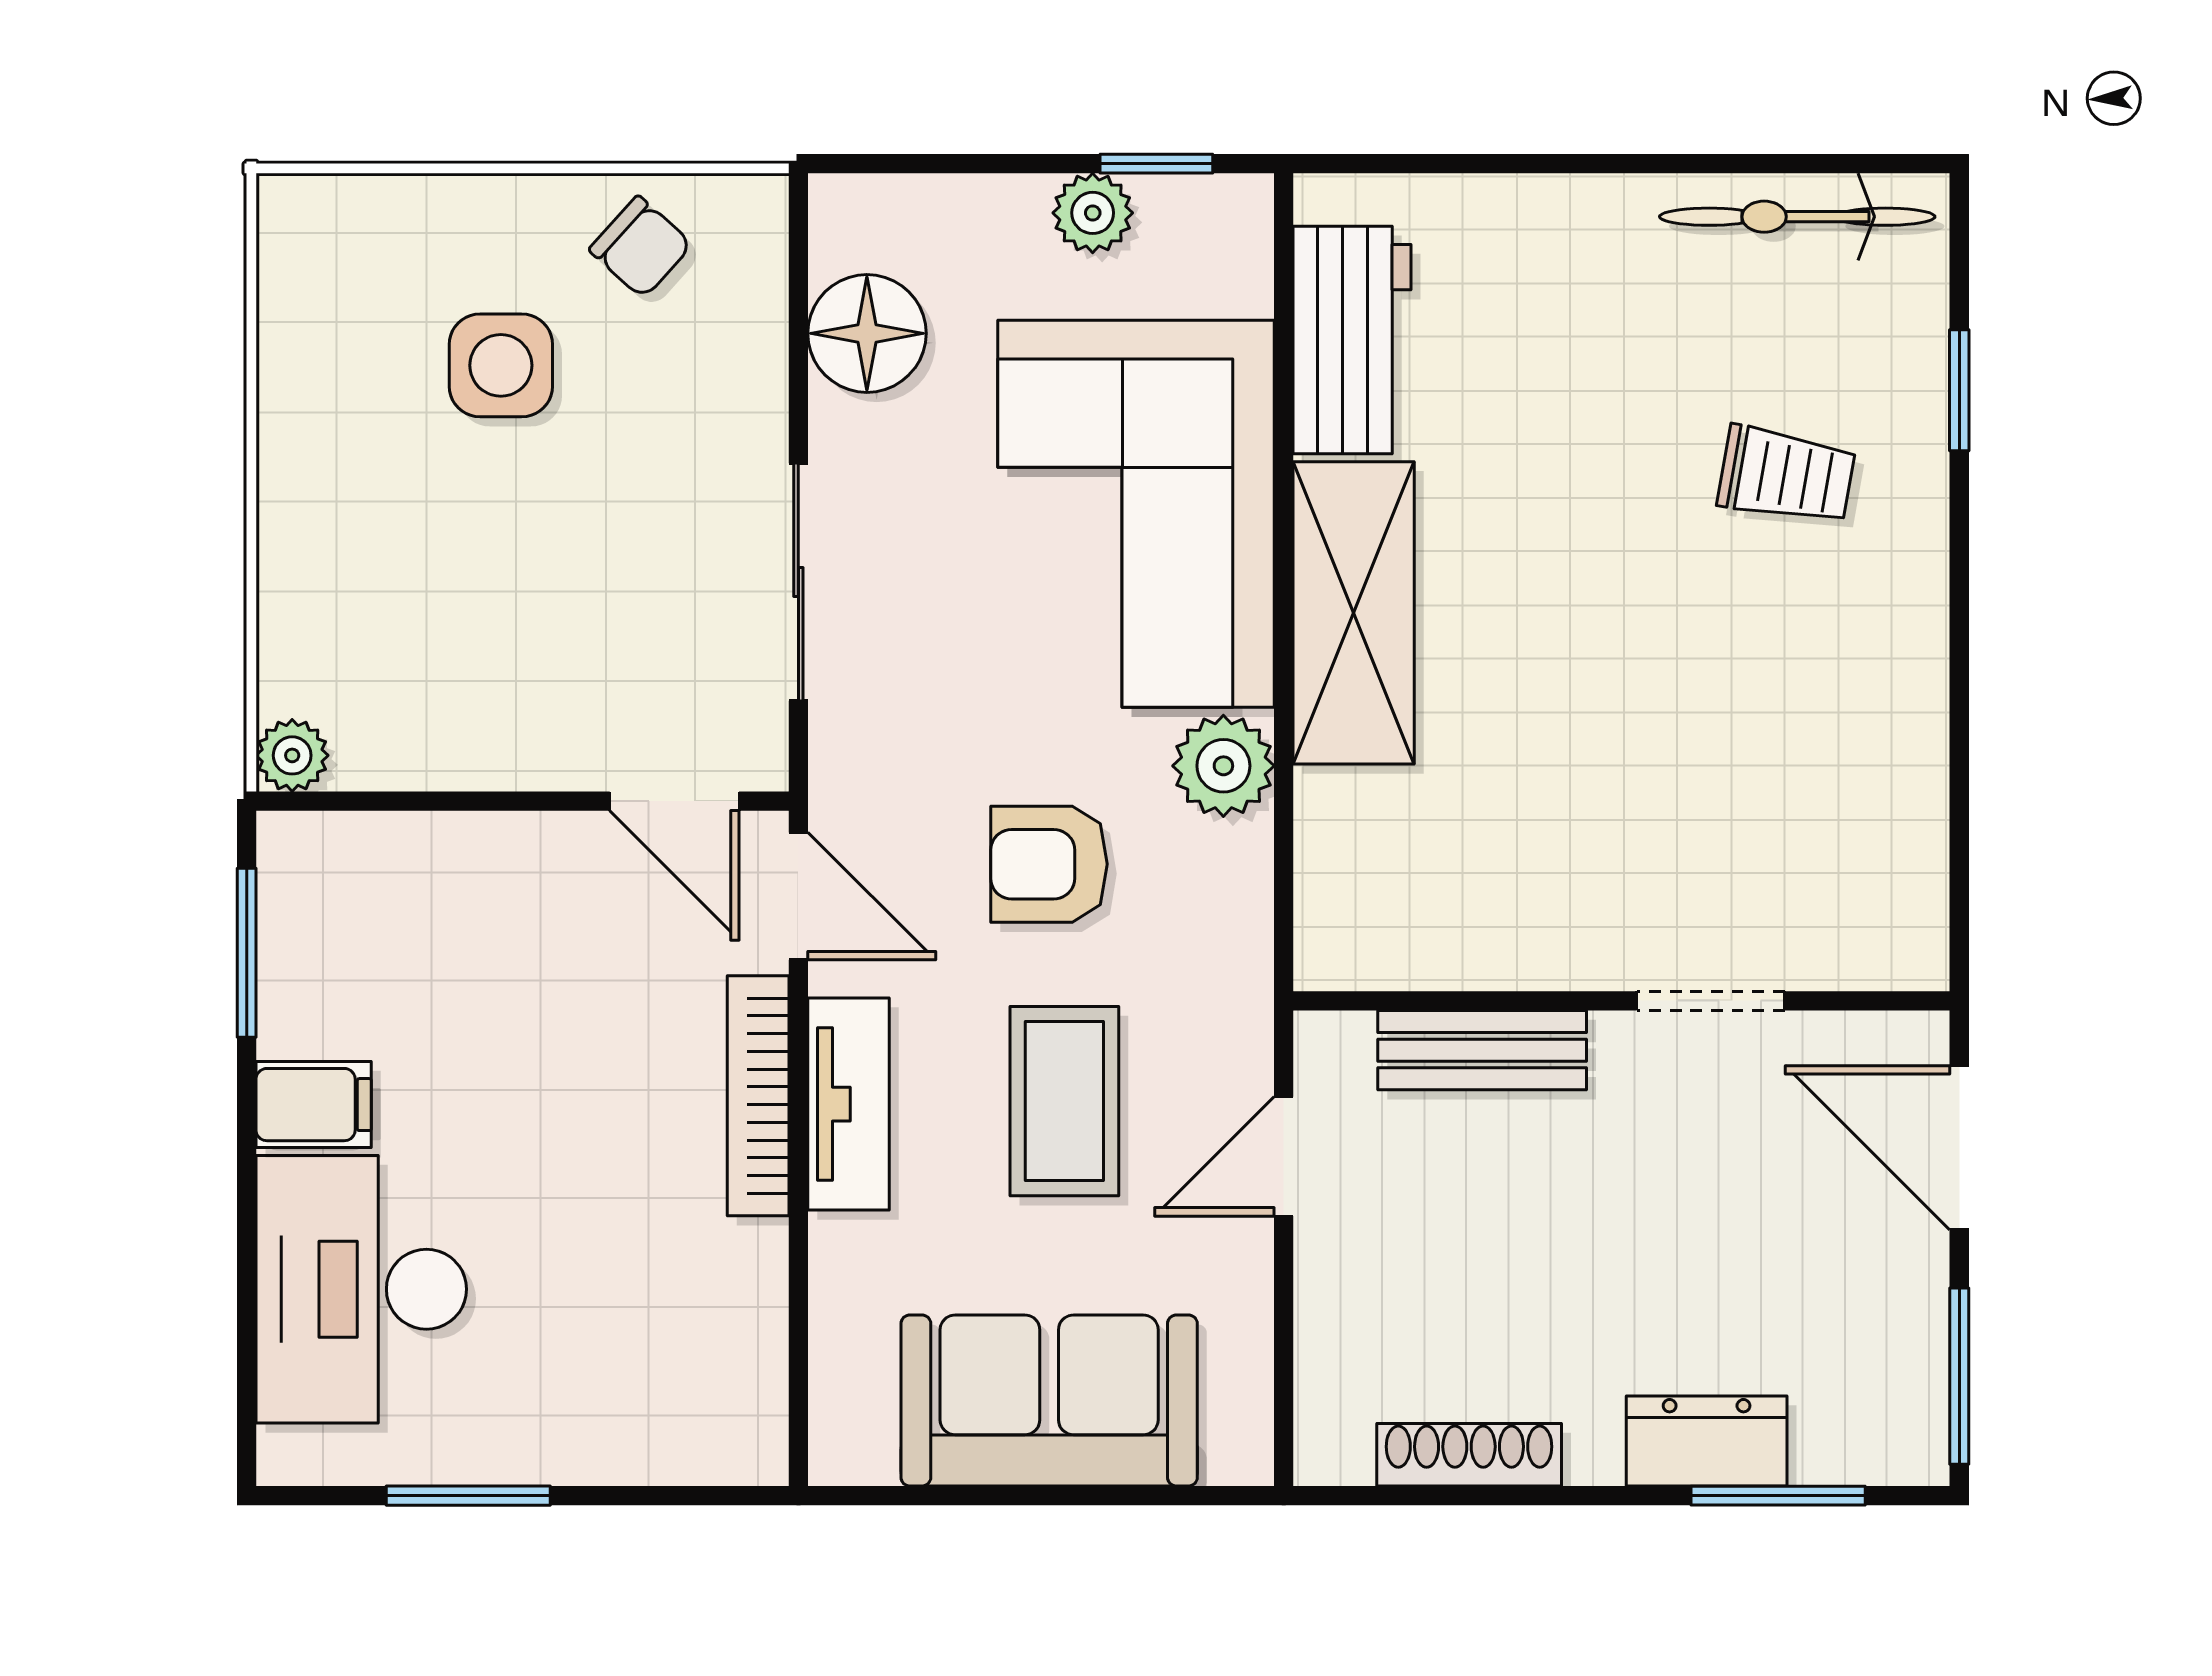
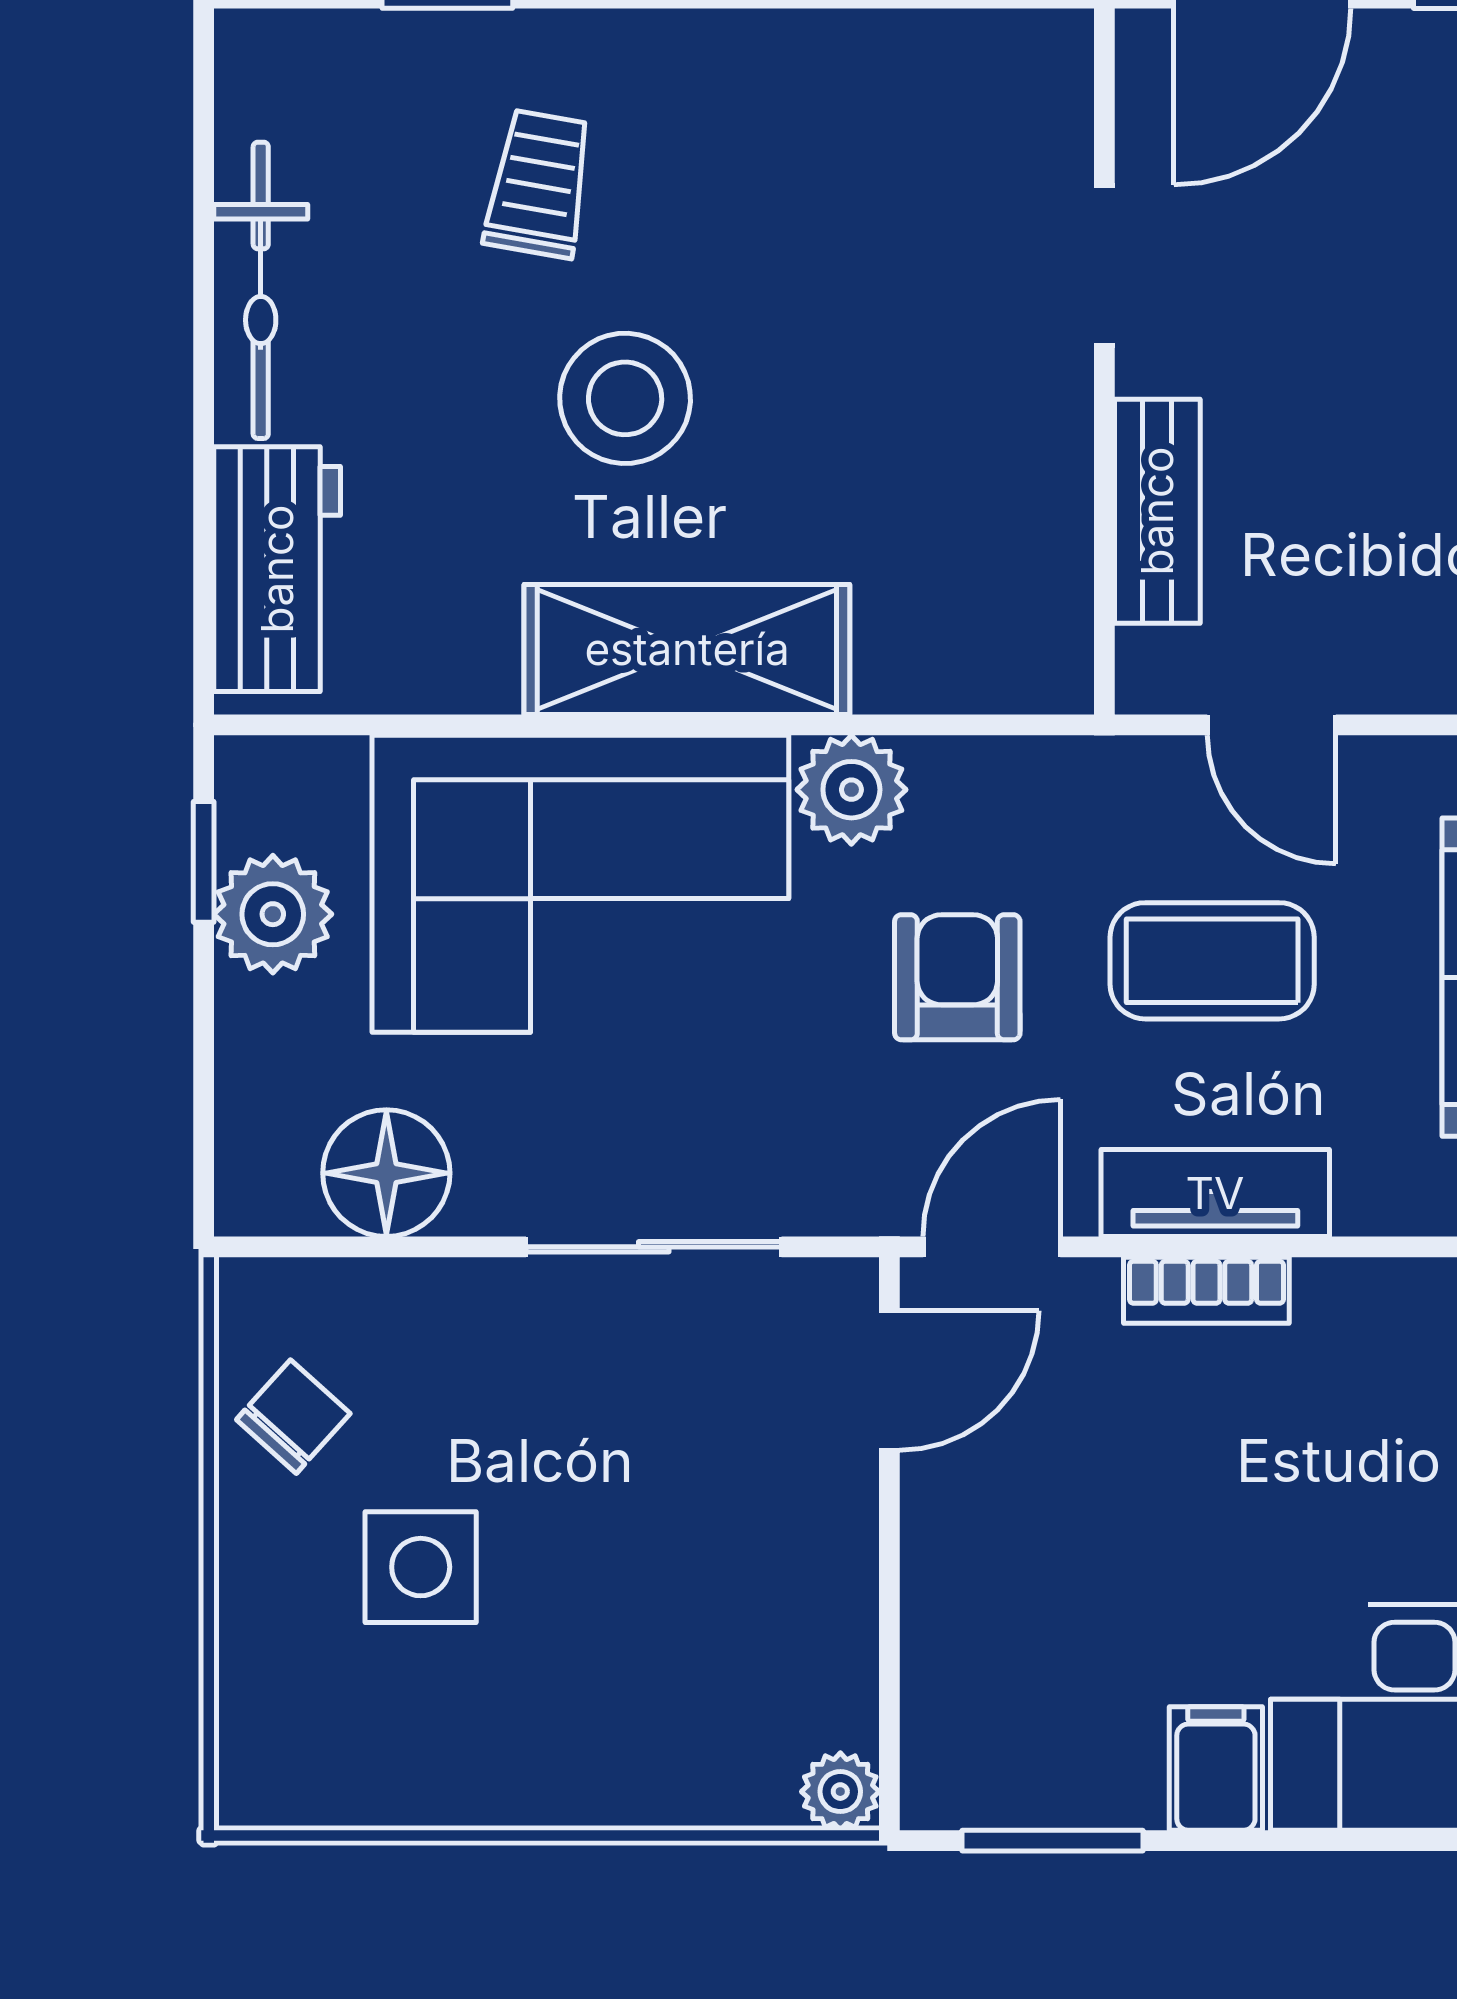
plant: (1093, 213) -> (273, 914), width x1.38, depth x1.38
bicycle: (1797, 217) -> (261, 290), moved
workbench: (1352, 340) -> (277, 569), moved, turned 90
stool: (1587, 555) -> (625, 398), added
armchair: (1049, 864) -> (957, 977), turned 180
bookcase: (758, 1096) -> (1206, 1290), width x0.64

